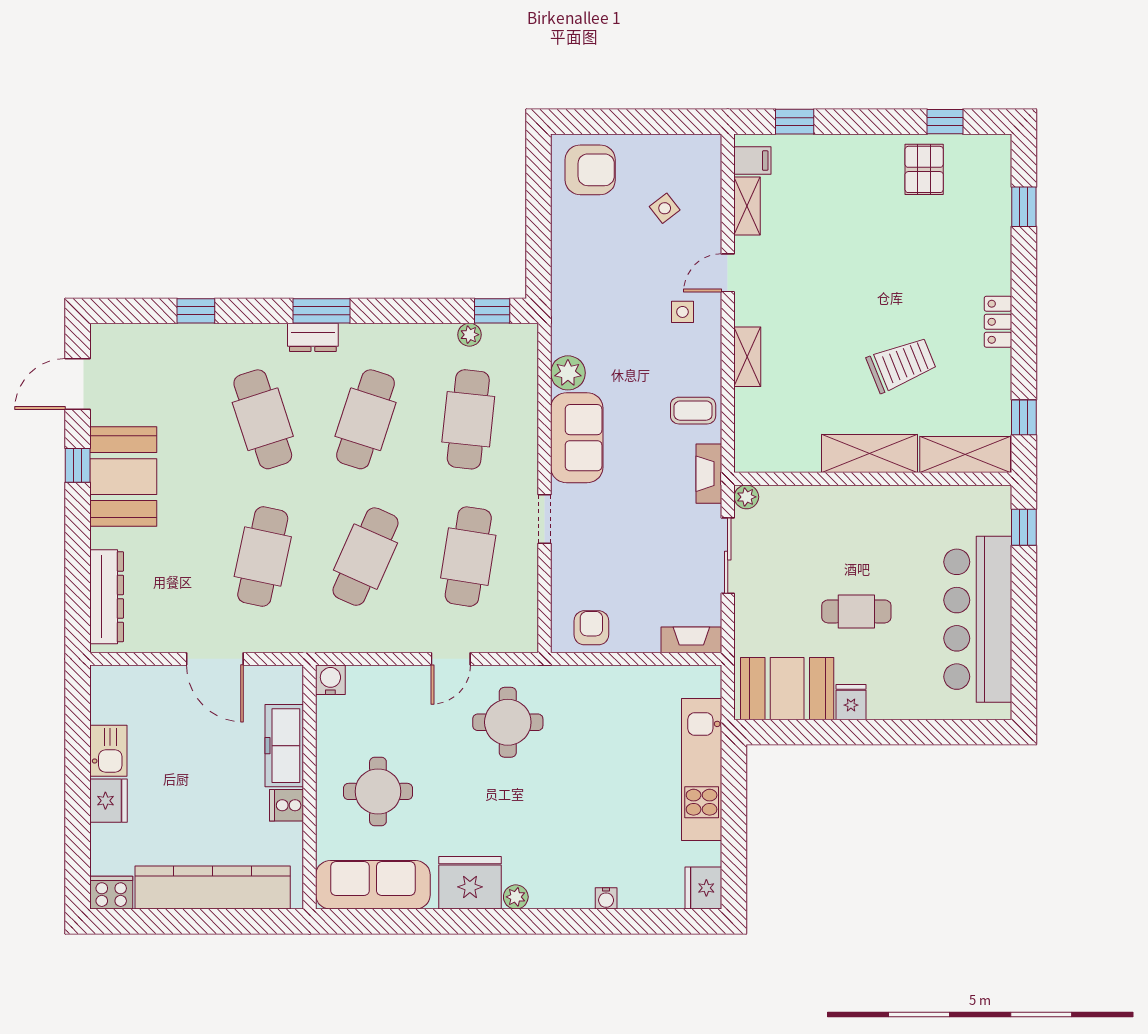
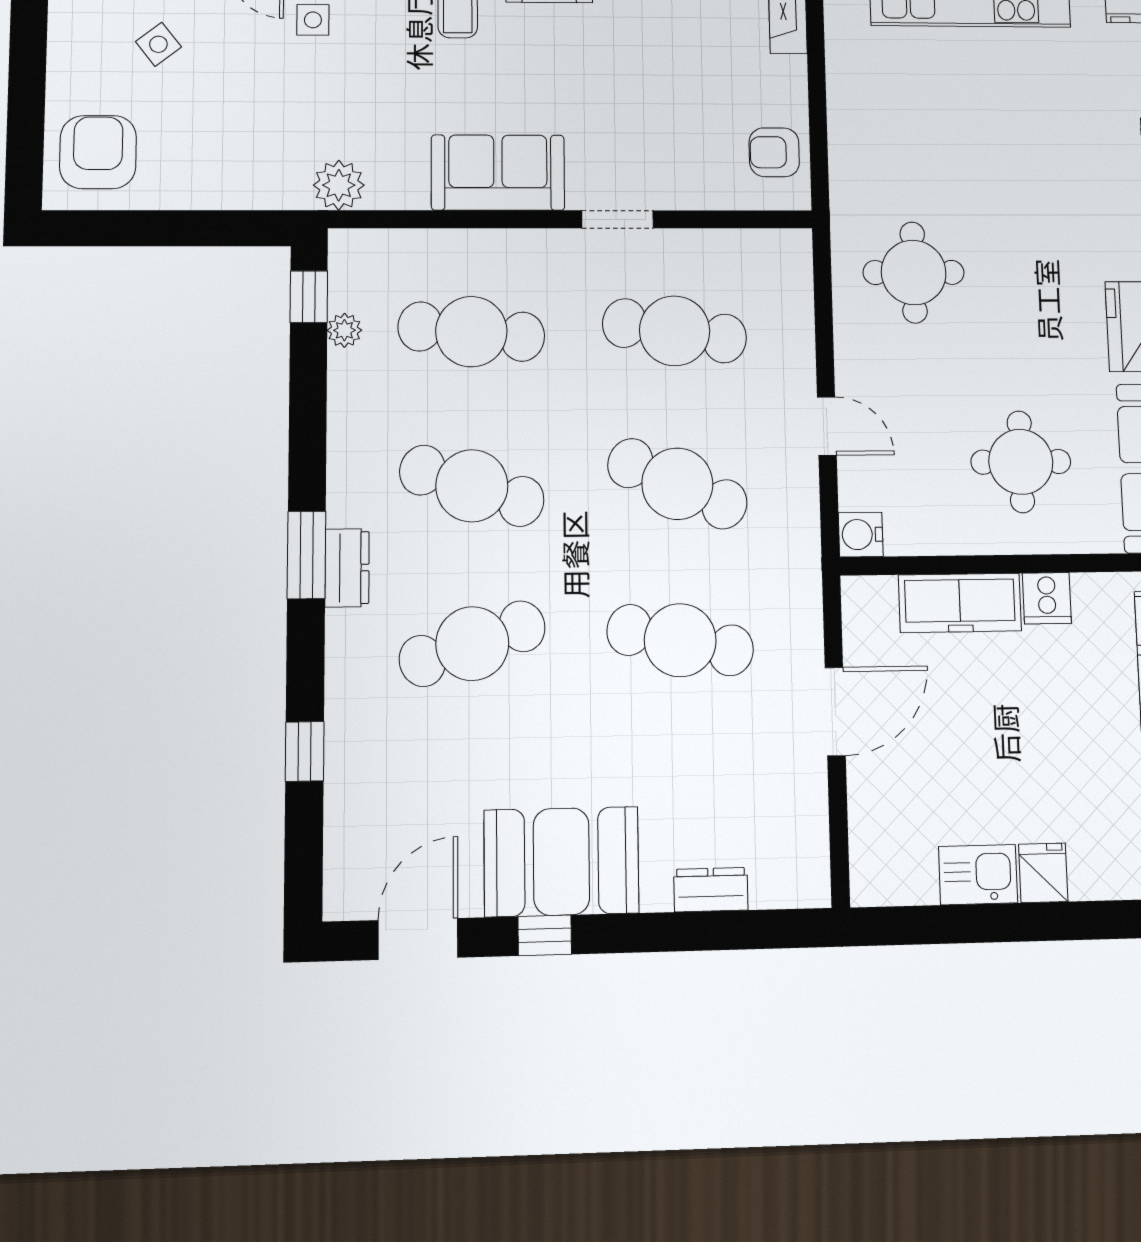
plant: (568, 373) -> (339, 185), moved
door: (78, 384) -> (418, 939), swing flipped
dresser: (107, 597) -> (711, 890), width x0.51, depth x0.80
door: (451, 659) -> (827, 426), moved
fridge: (108, 801) -> (1043, 873), width x0.72

